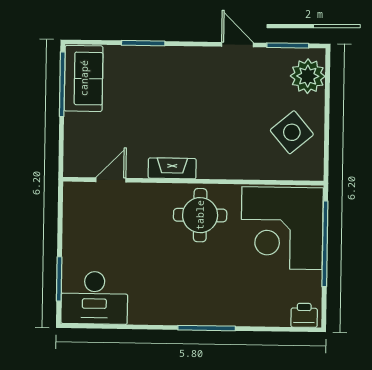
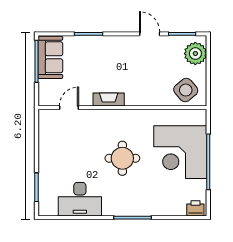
fireplace: (172, 168) -> (109, 100), moved
door: (111, 180) -> (69, 108), moved
wall: (193, 181) -> (122, 108), moved
round table: (200, 215) -> (122, 158), moved
desk: (94, 298) -> (80, 199), moved

